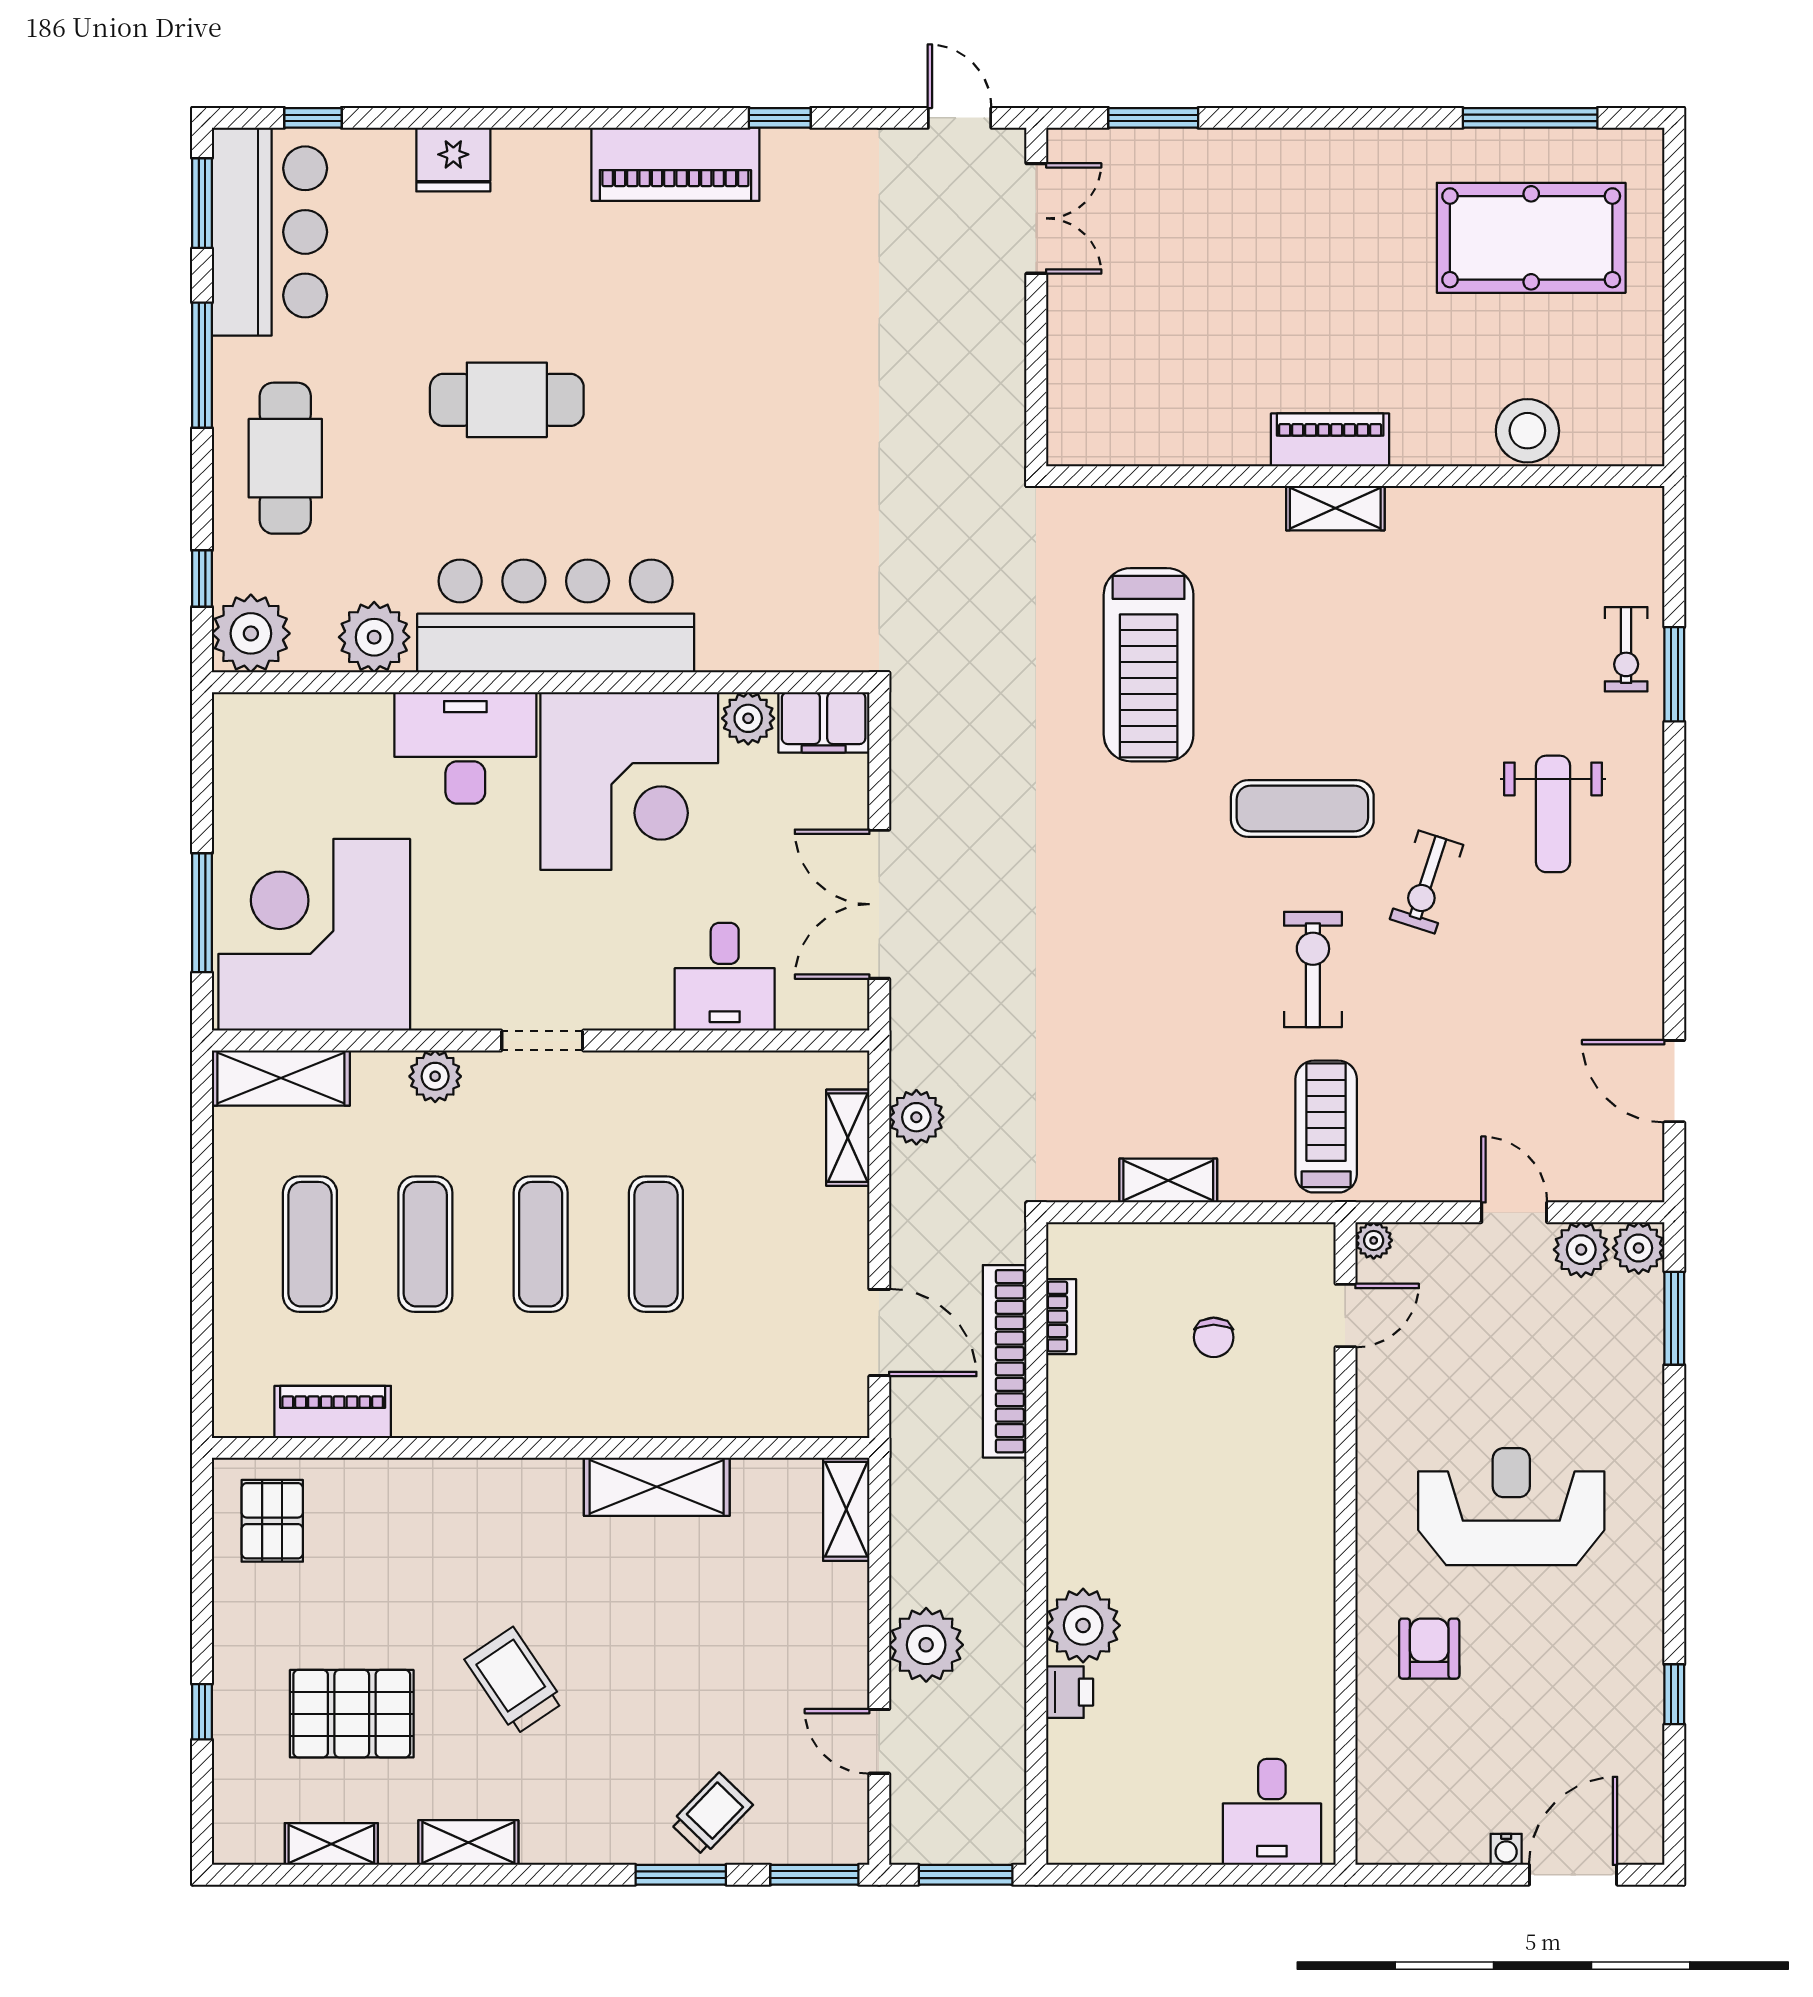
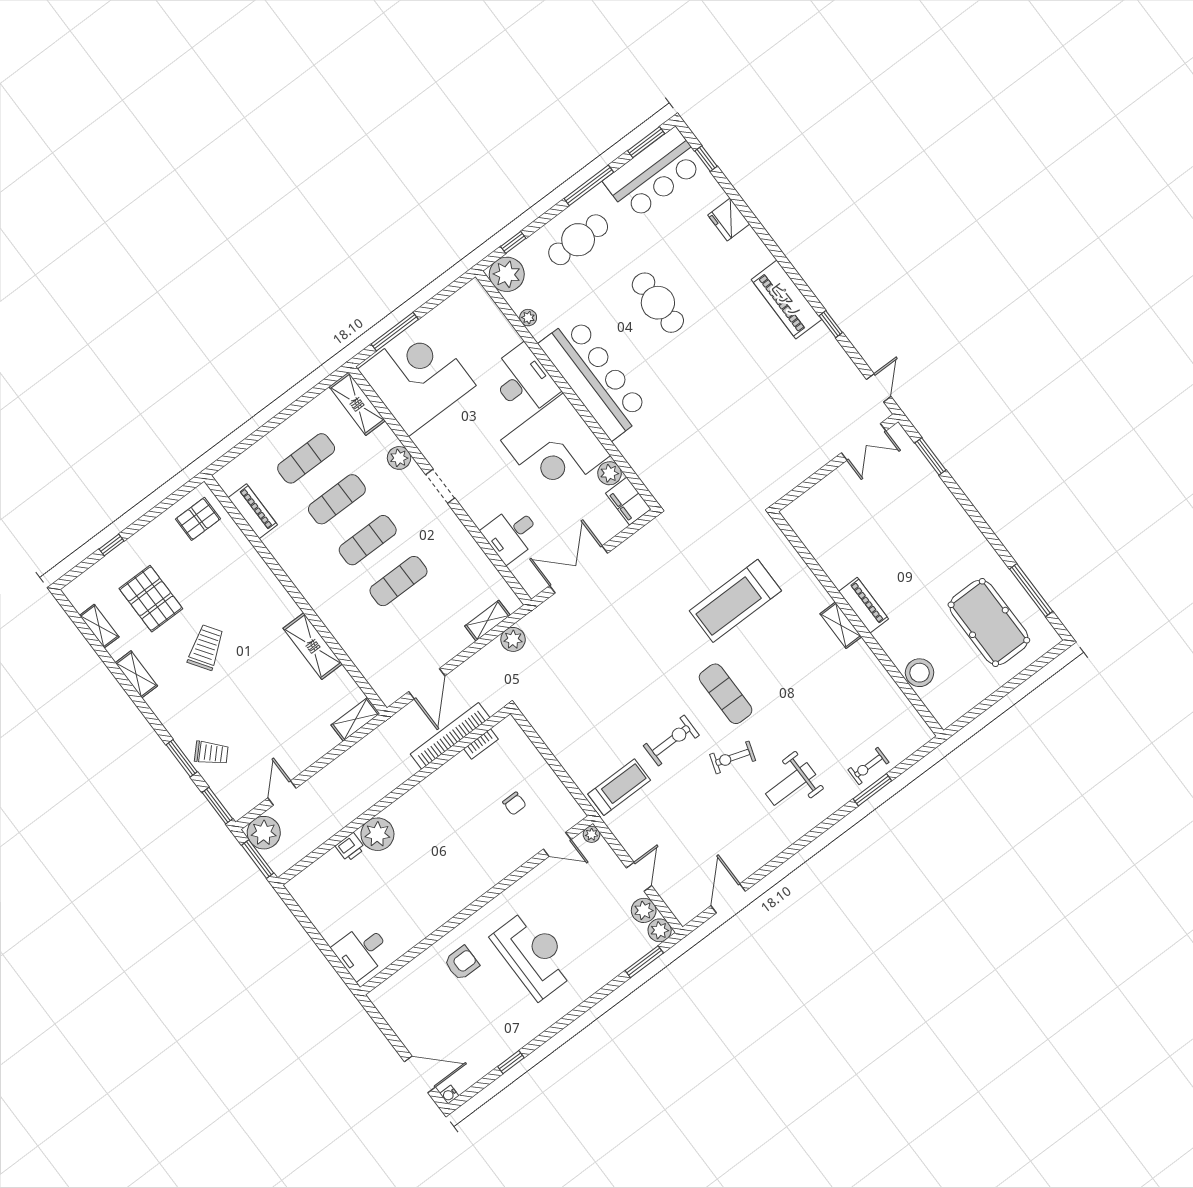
plant: (374, 637) -> (528, 318), width x0.53, depth x0.53
shelving: (1168, 1180) -> (558, 746), removed
chair: (1214, 1337) -> (514, 804), turned -90
plant: (926, 1645) -> (264, 833), moved
water cooler: (1506, 1849) -> (449, 1095), moved

